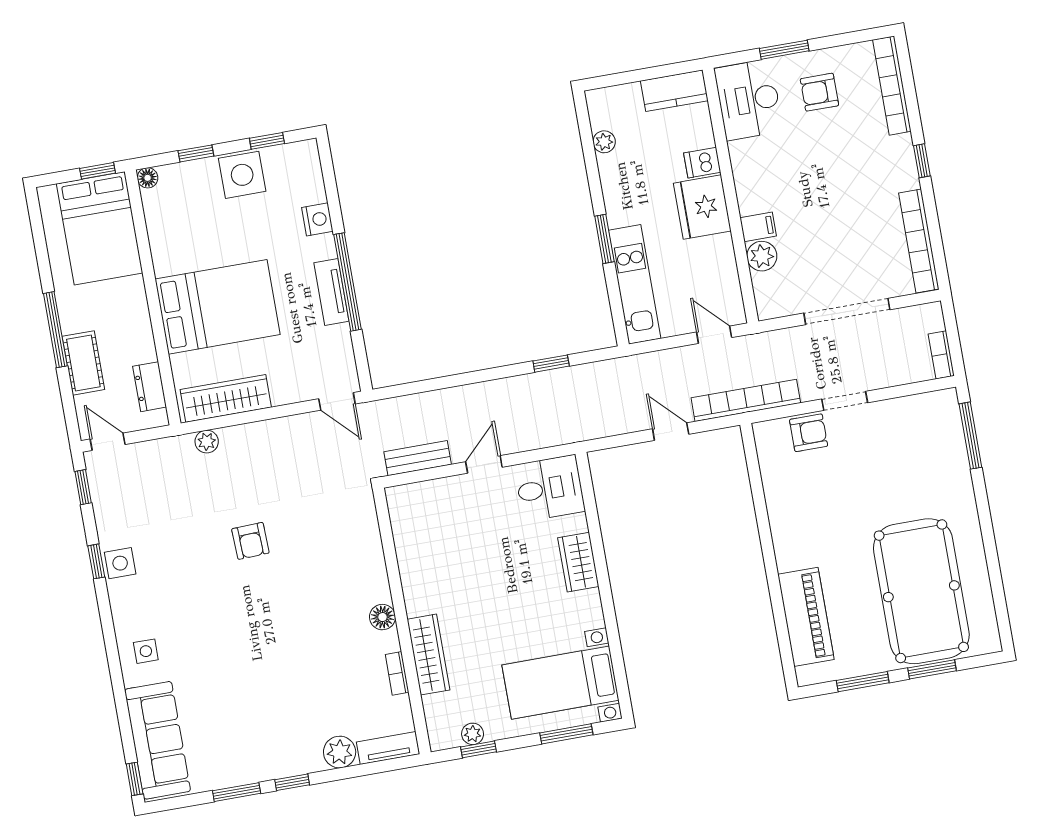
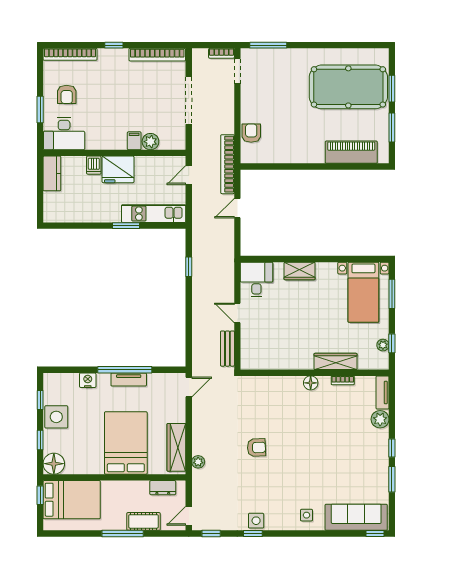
plant: (604, 142) -> (73, 217), removed
floor lamp: (148, 178) -> (54, 464), width x1.89, depth x1.89
doorway: (845, 401) -> (237, 71), moved

